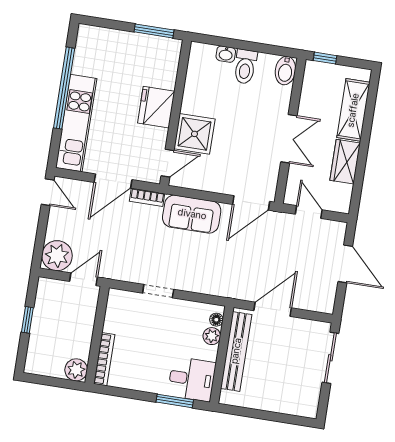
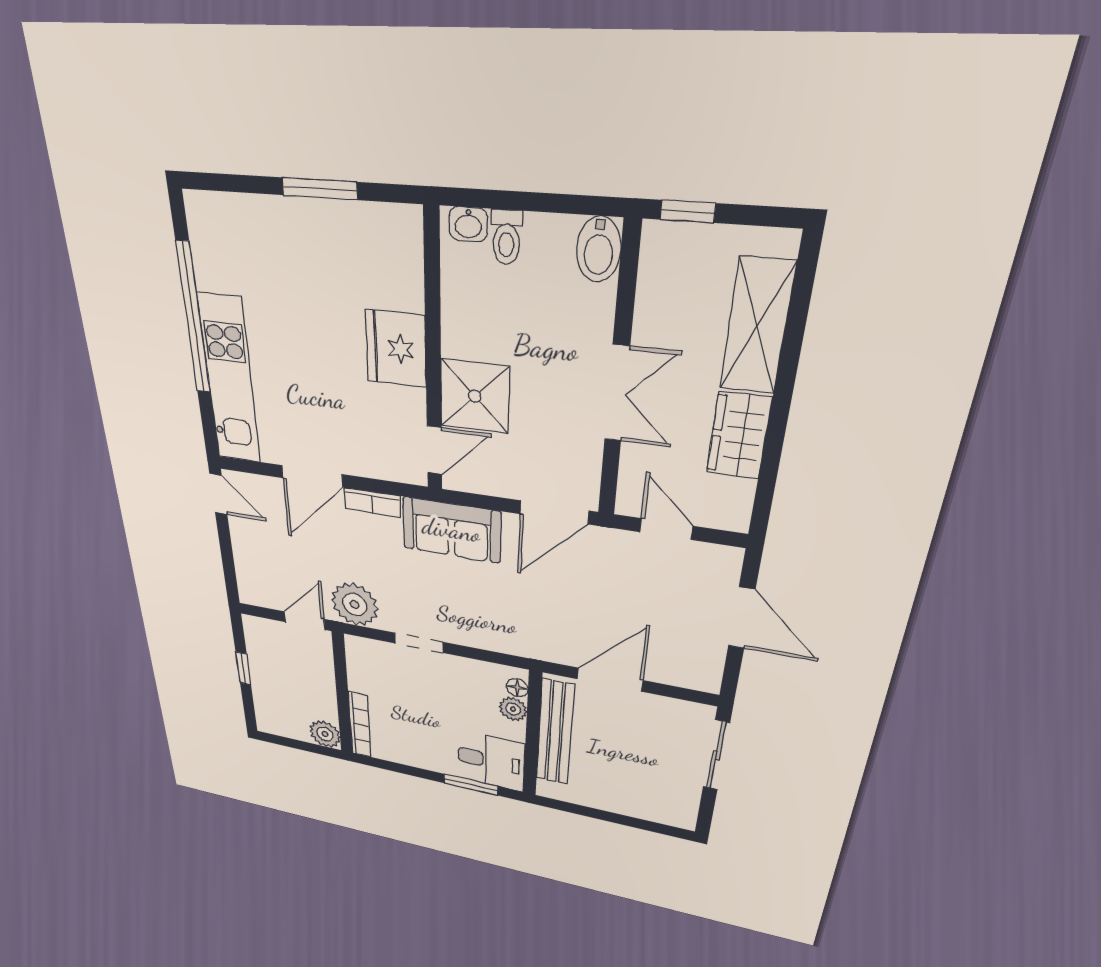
toilet: (245, 67) -> (506, 237), width x0.73, depth x0.72
fridge: (156, 107) -> (396, 349), moved
wall: (176, 113) -> (433, 357), moved
shower: (194, 134) -> (475, 396), moved
door: (168, 163) -> (434, 450), moved
plant: (57, 256) -> (355, 604), moved

